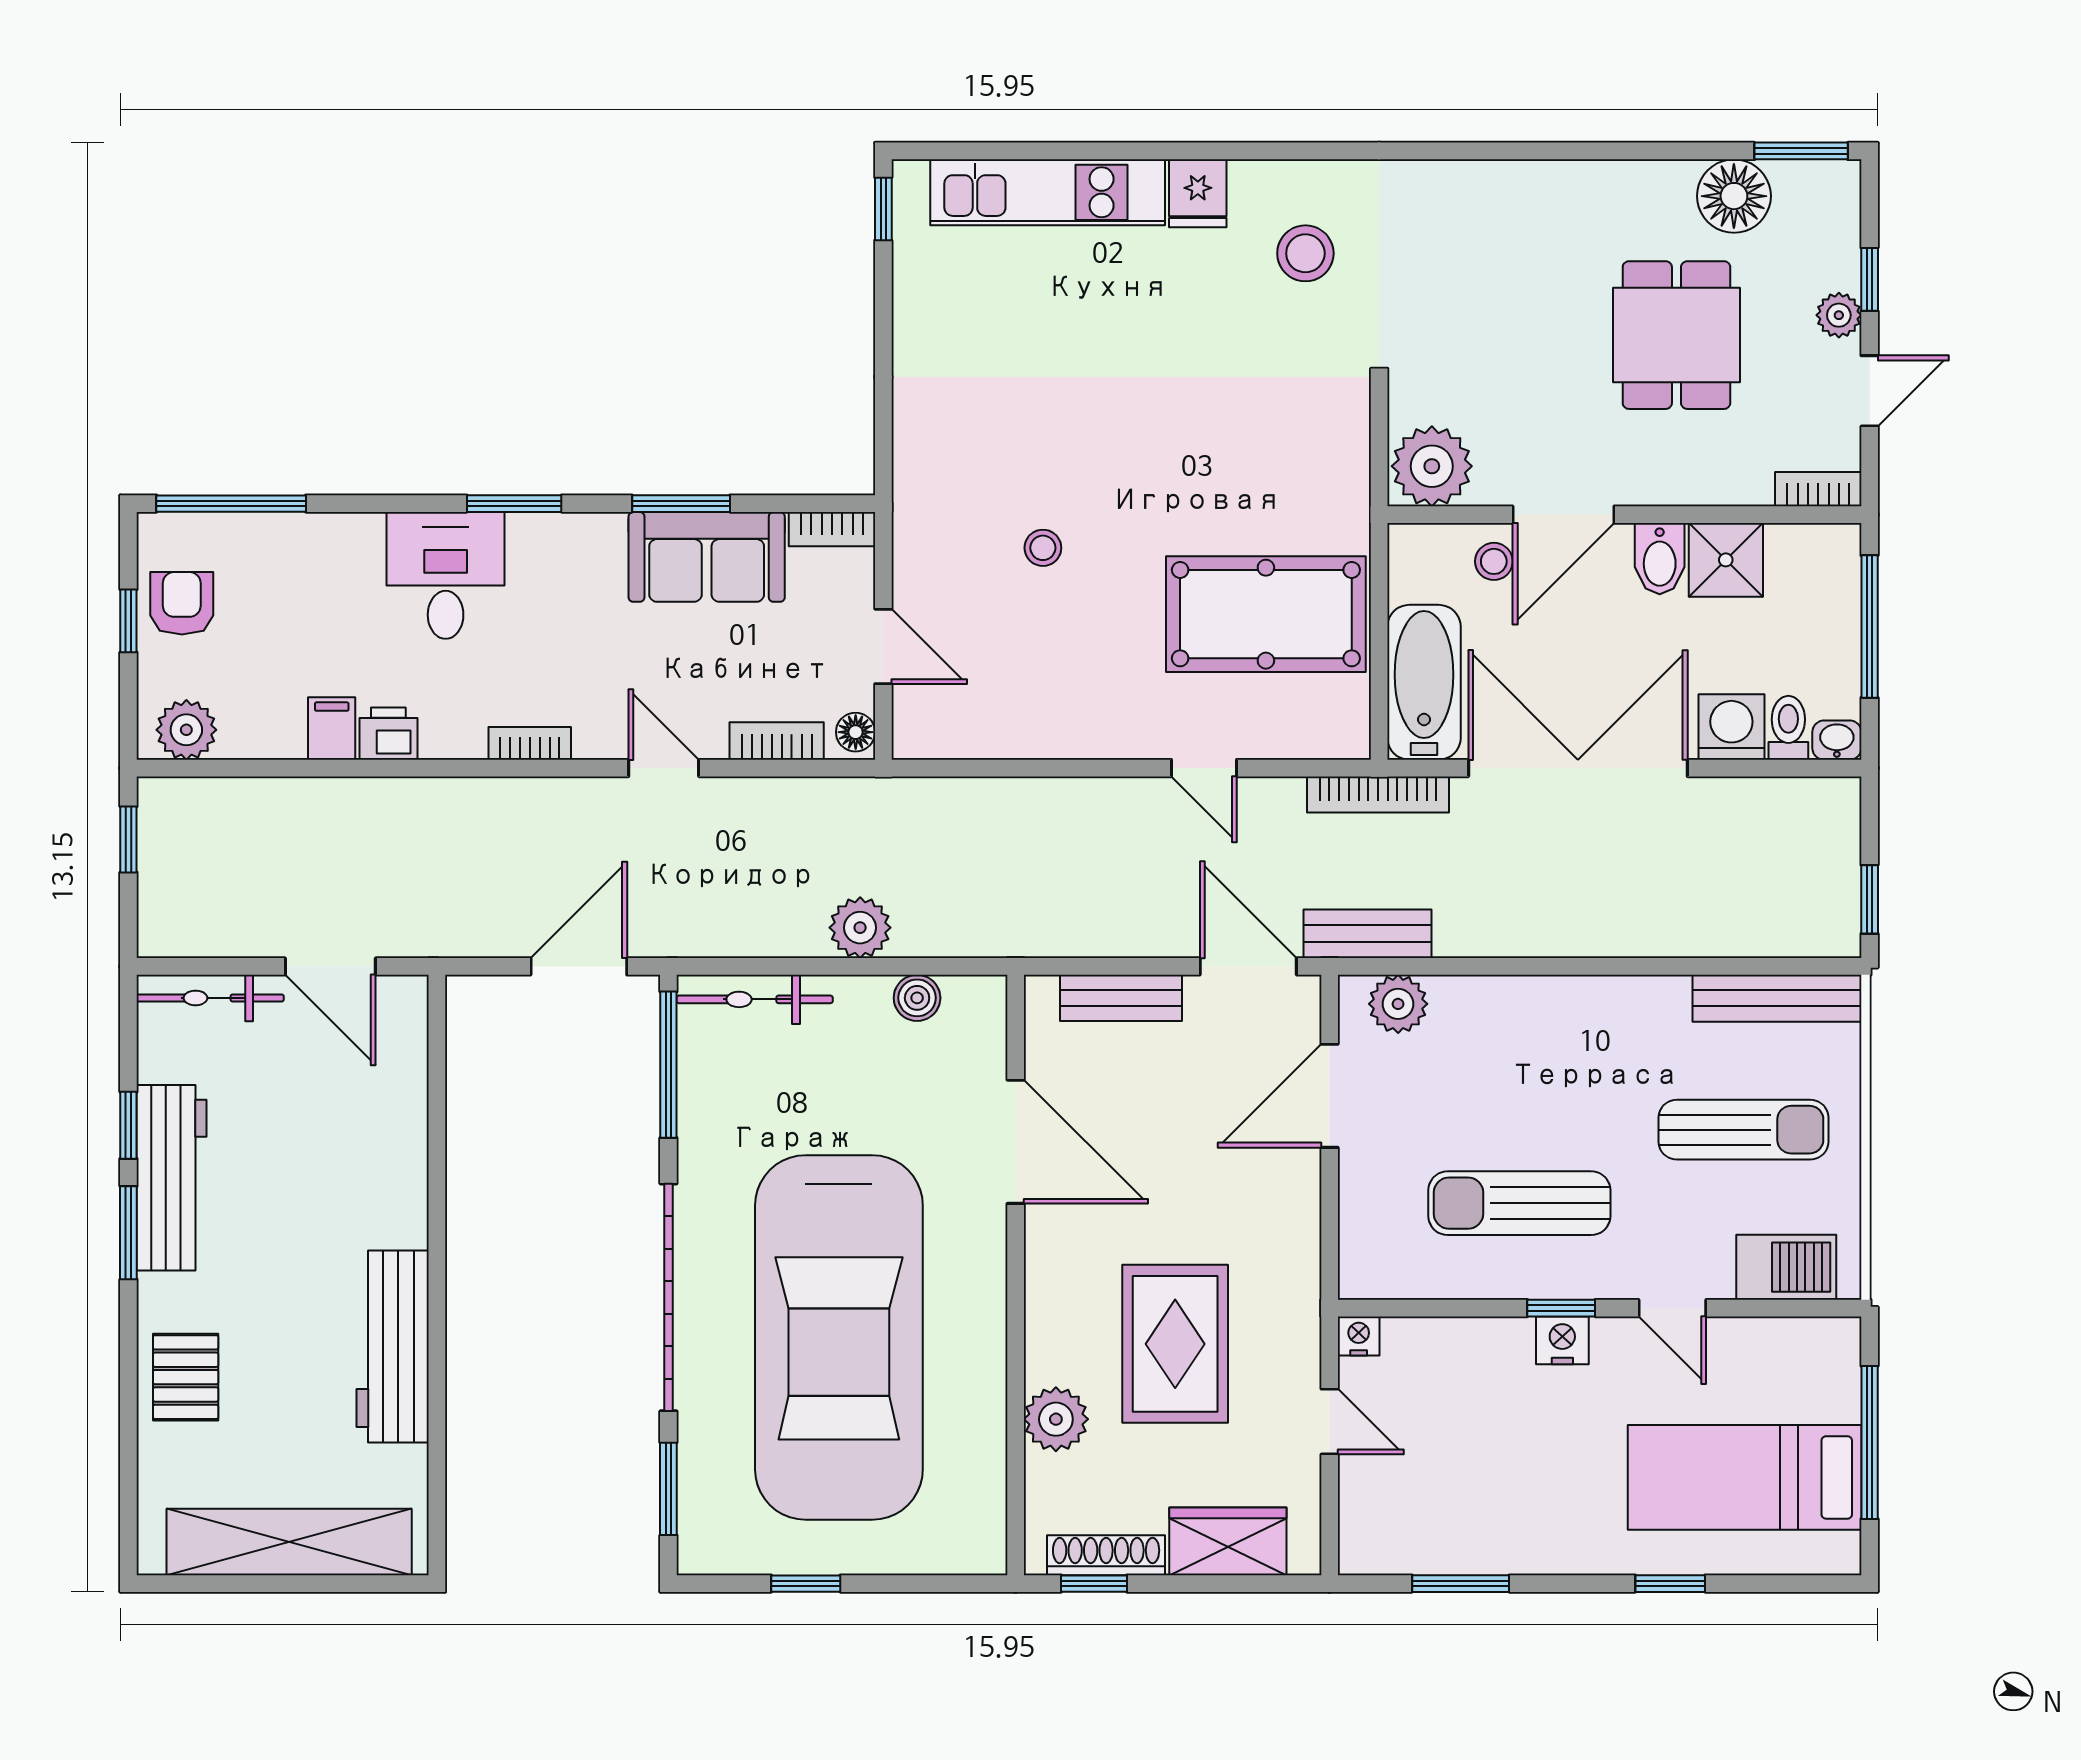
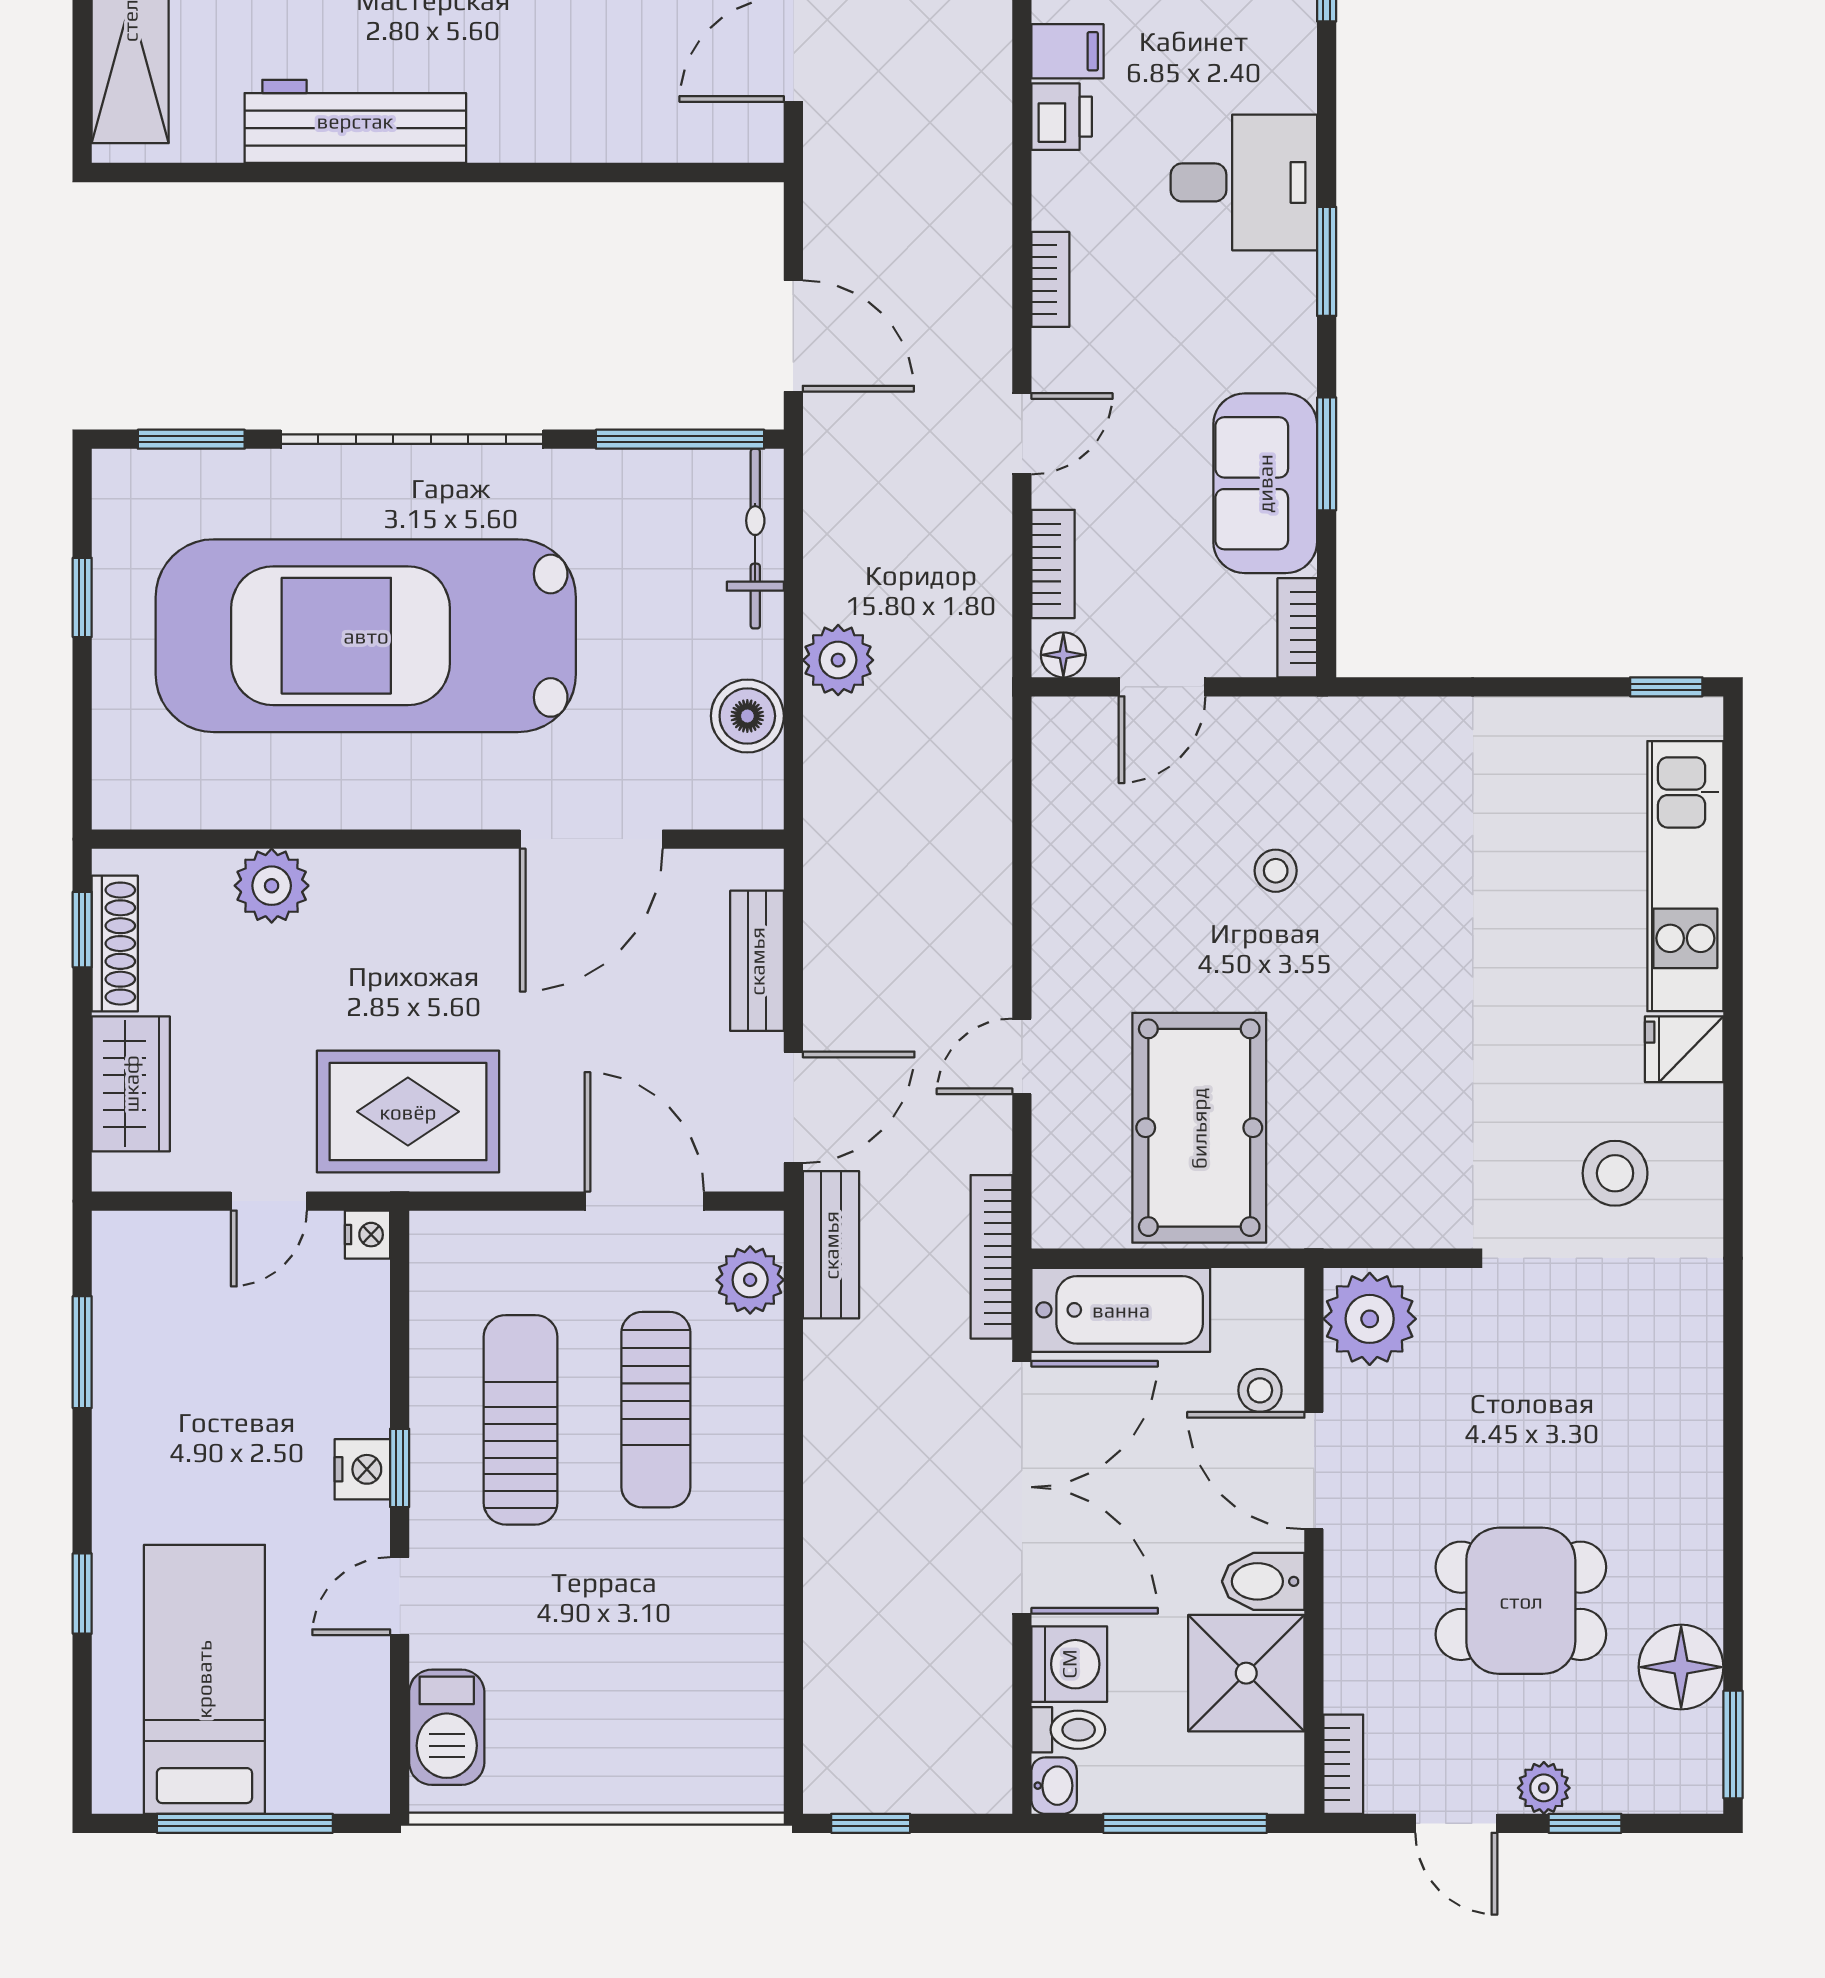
shower: (1726, 560) -> (1246, 1673), width x1.36, depth x1.36
boiler: (917, 998) -> (747, 716), width x1.36, depth x1.36
bench: (1777, 998) -> (757, 1717), removed
sun lounger: (1743, 1130) -> (656, 1410), moved
rug: (1175, 1344) -> (408, 1112), moved

